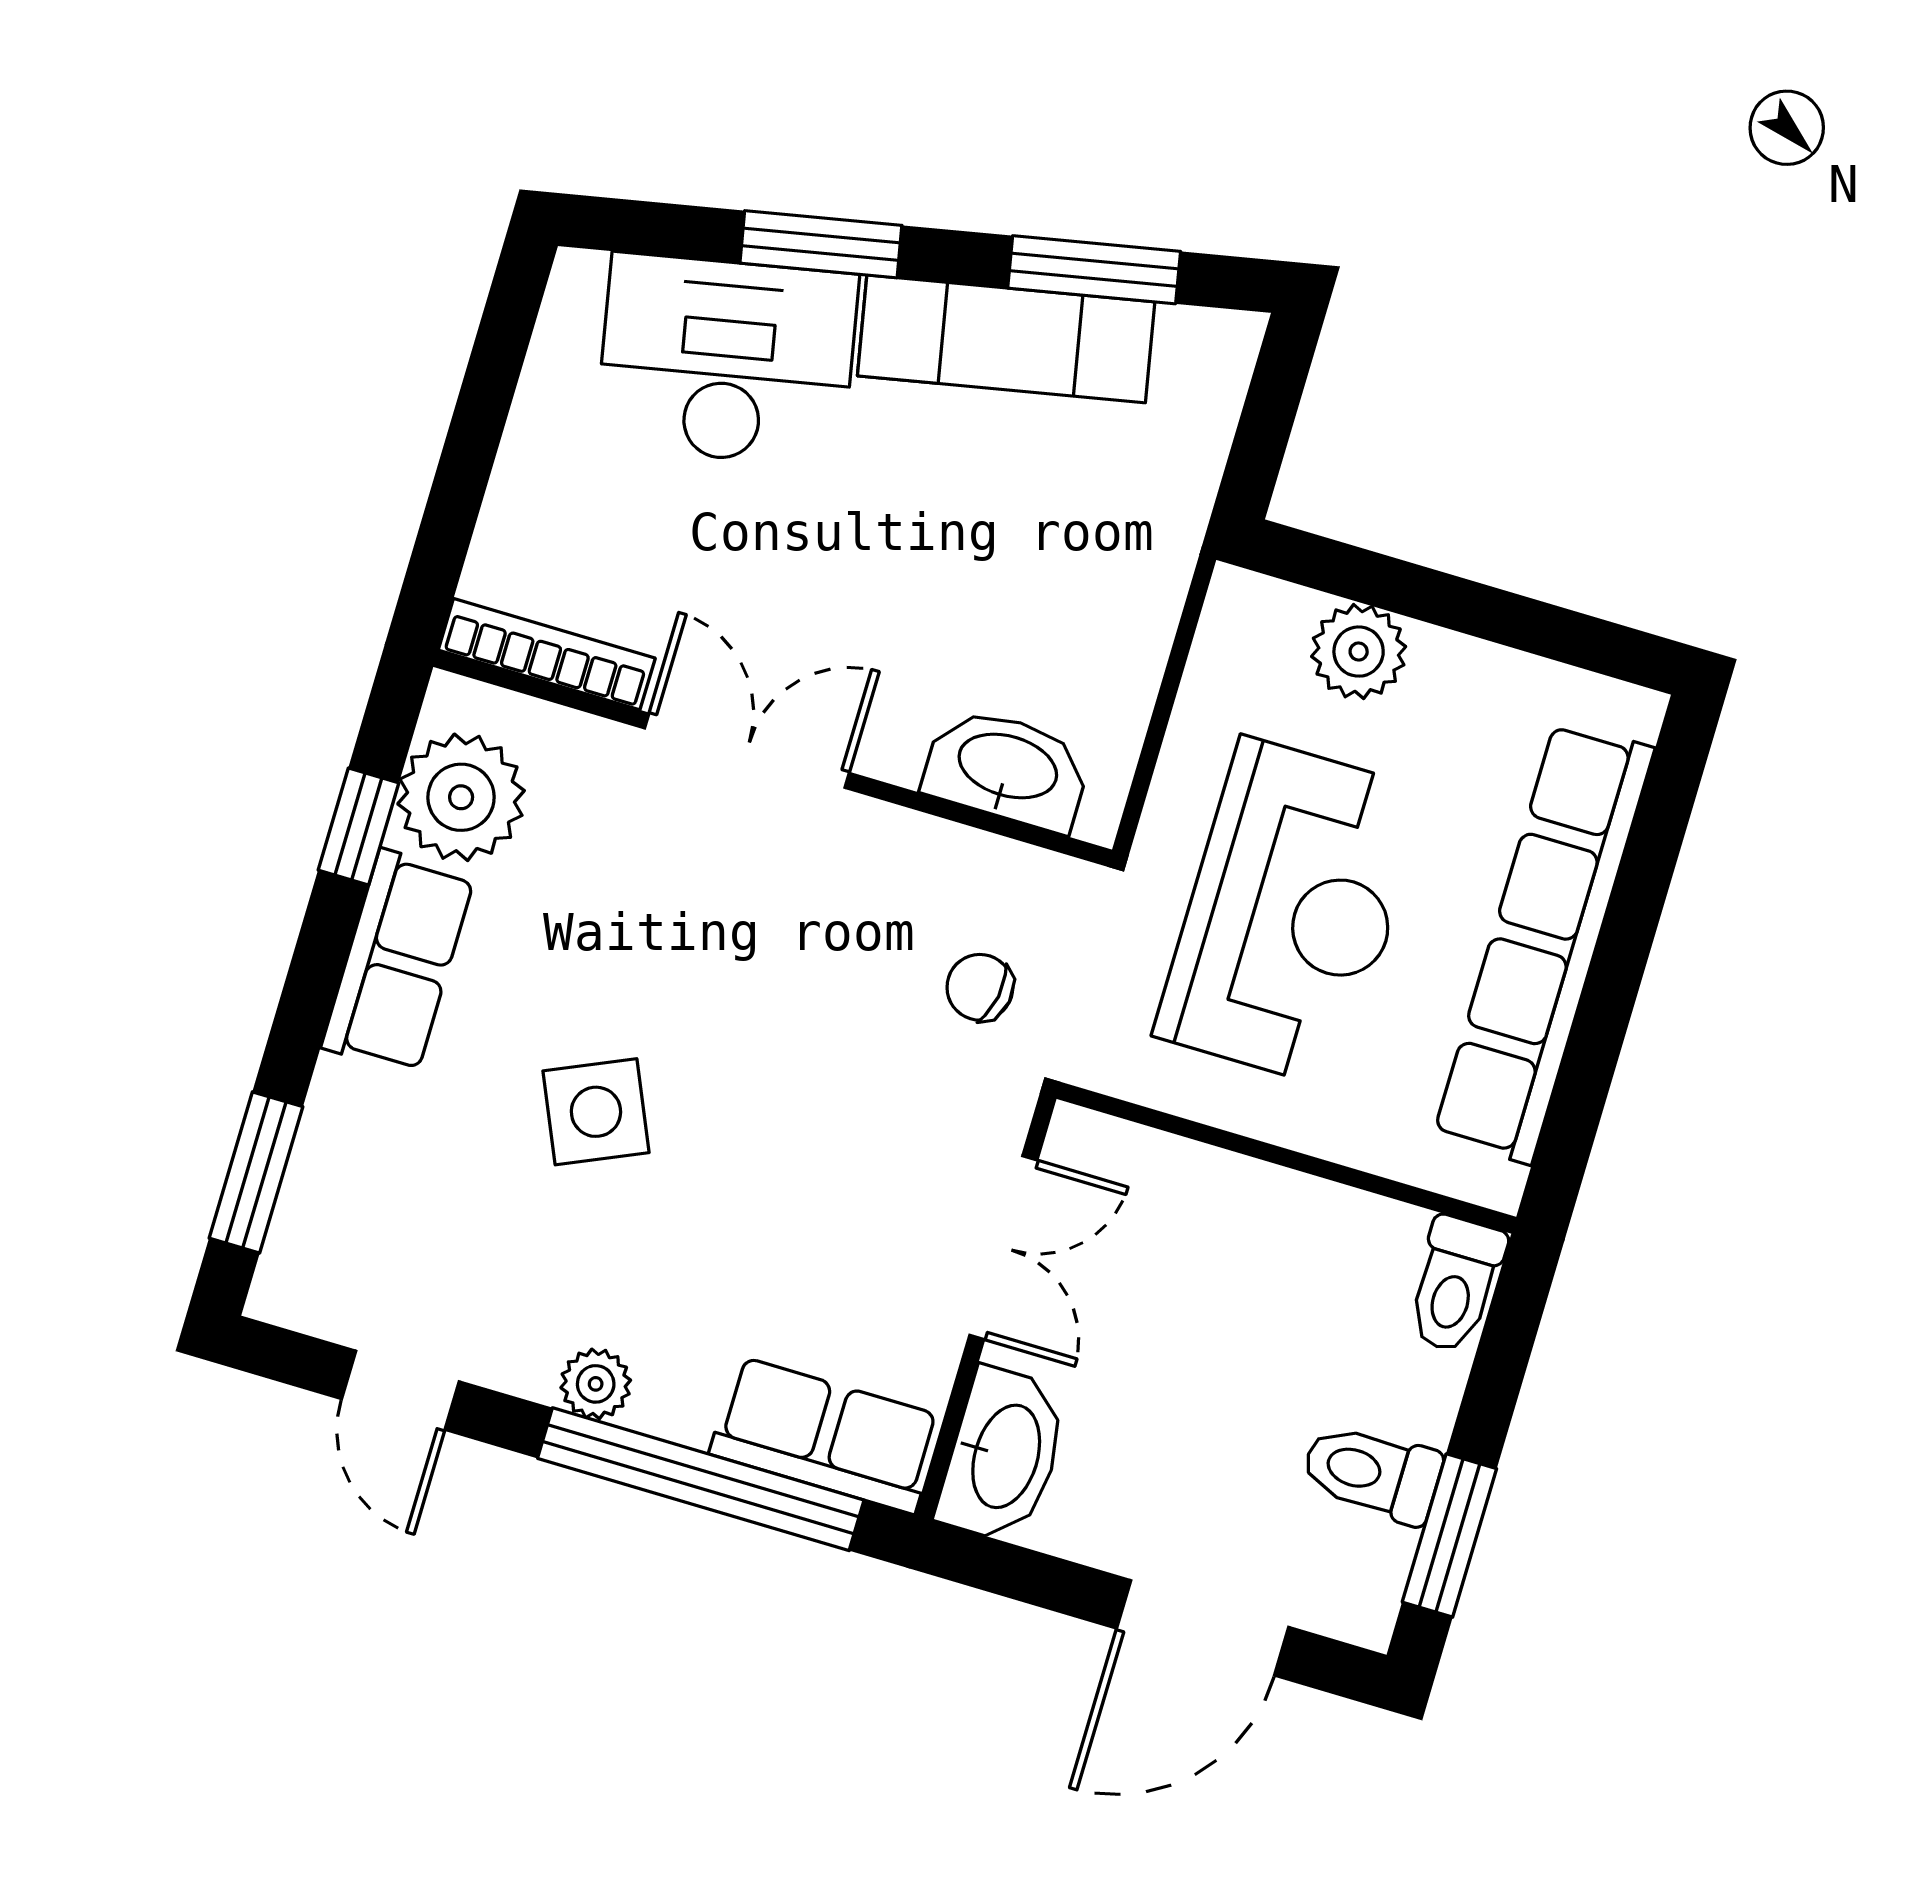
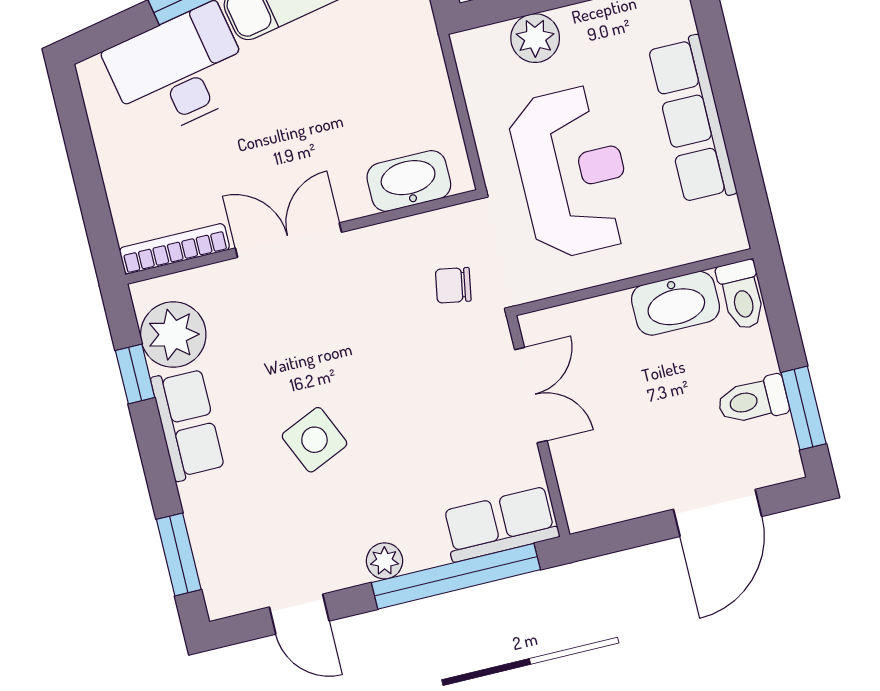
row of seats: (1544, 942) -> (693, 120), width x0.73
washbasin: (1003, 1456) -> (675, 303), moved, turned 90

